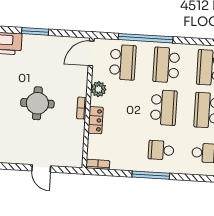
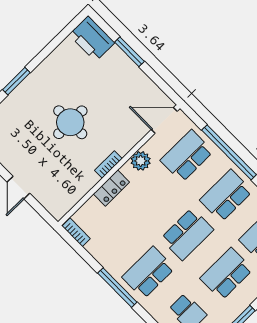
school desk: (123, 62) -> (187, 156), turned 180
school desk: (161, 150) -> (148, 273), width x1.85

